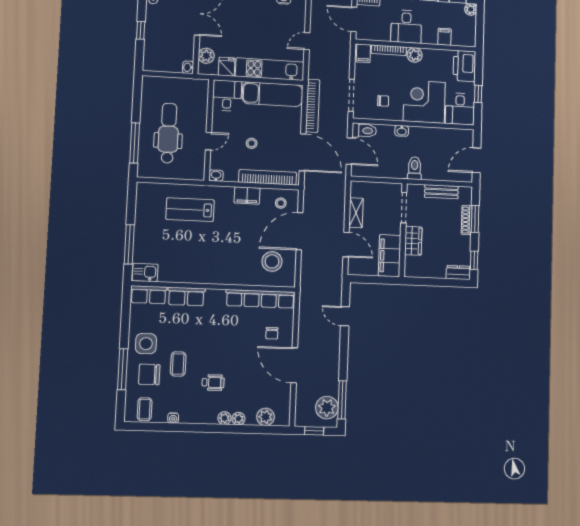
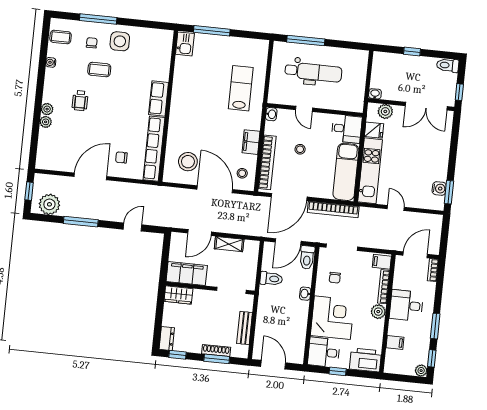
toilet: (415, 168) -> (271, 279), moved
wardrobe: (413, 241) -> (178, 295), moved
row of seats: (149, 295) -> (164, 46), removed
row of seats: (186, 296) -> (159, 98), moved
chair: (149, 374) -> (92, 43), width x0.54, depth x0.54
window: (342, 400) -> (81, 222), moved
plant: (266, 417) -> (45, 147), removed

